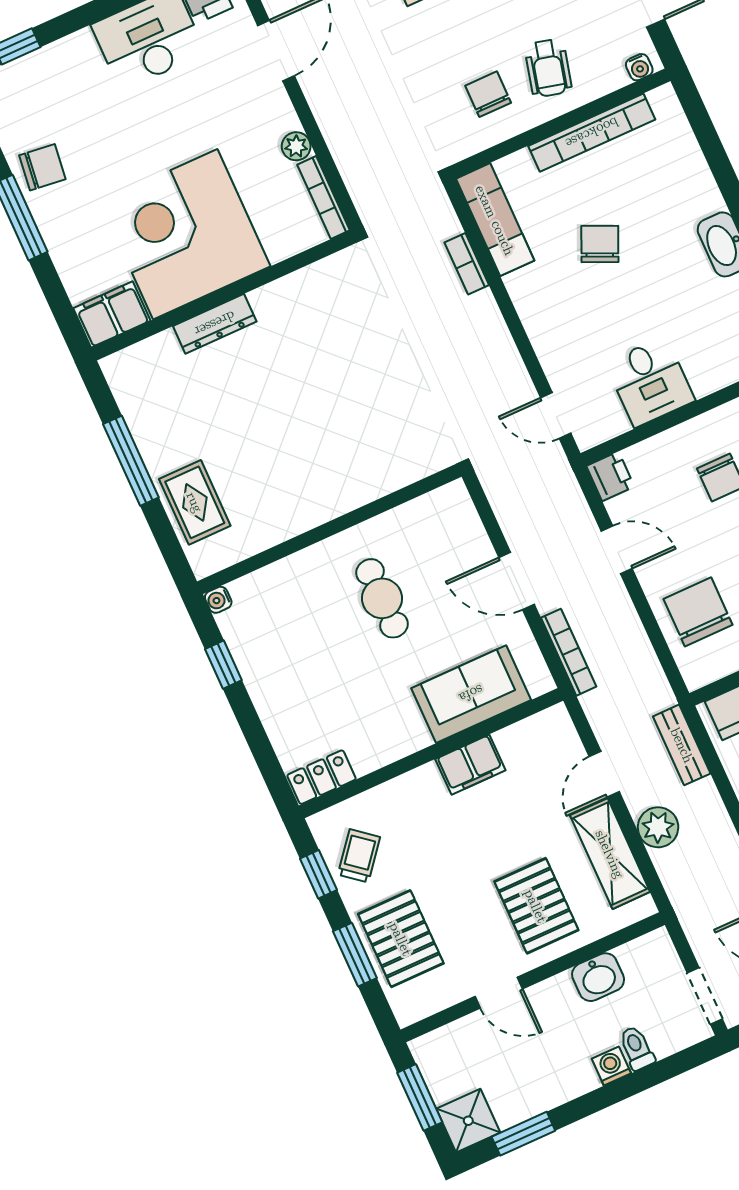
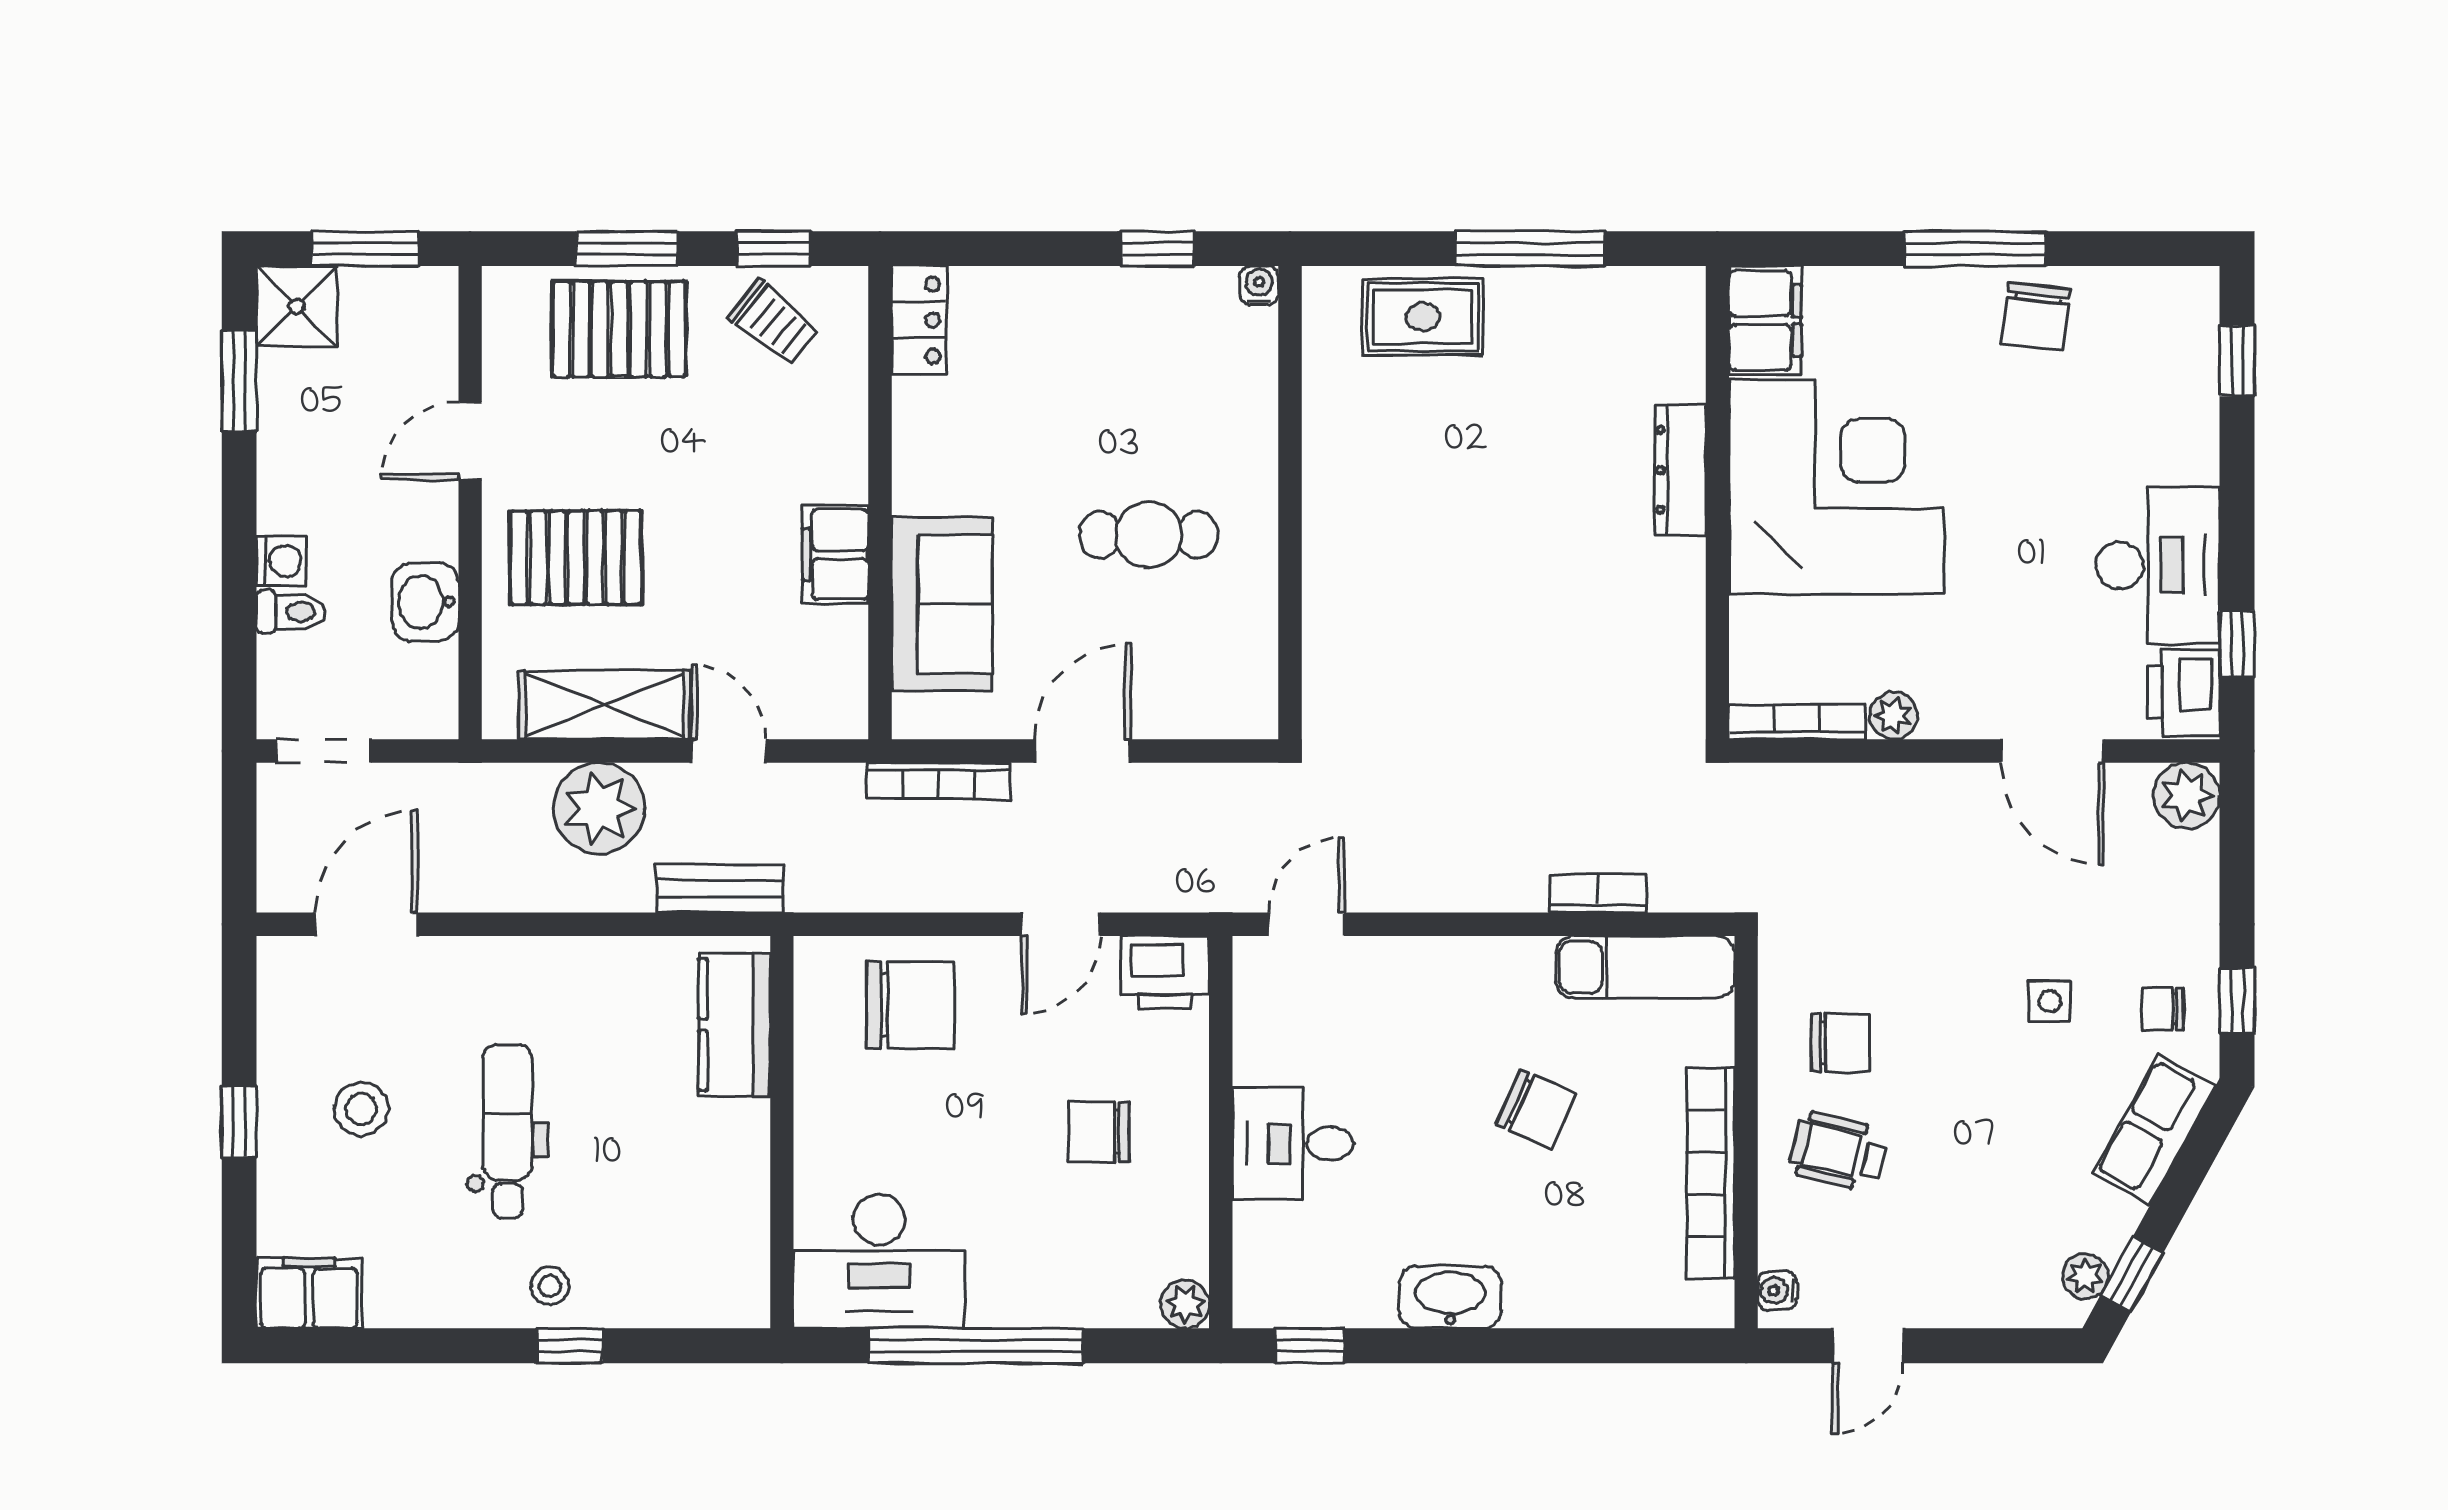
desk: (650, 382) -> (1293, 1144), moved
printer: (610, 476) -> (1165, 972), width x1.36, depth x1.24
plant: (658, 827) -> (599, 808), width x1.36, depth x1.36

